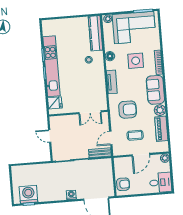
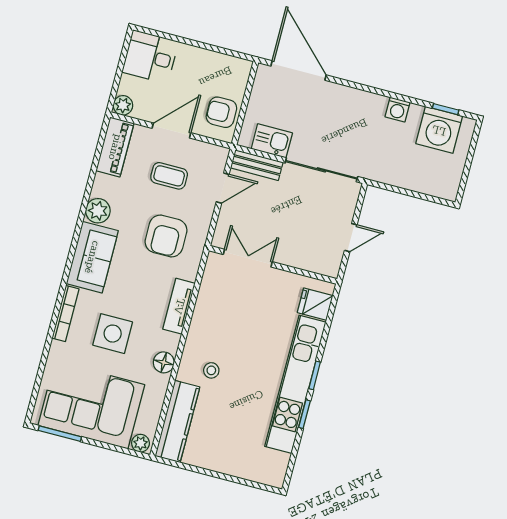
armchair: (128, 110) -> (166, 236), turned -90
piano: (161, 129) -> (115, 147), moved
door: (50, 136) -> (351, 238), hinge flipped
kitchen sink: (97, 165) -> (272, 141), added
armchair: (123, 184) -> (221, 112), moved
washing machine: (71, 195) -> (398, 110), moved

